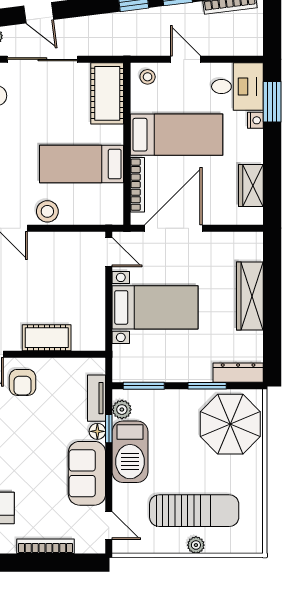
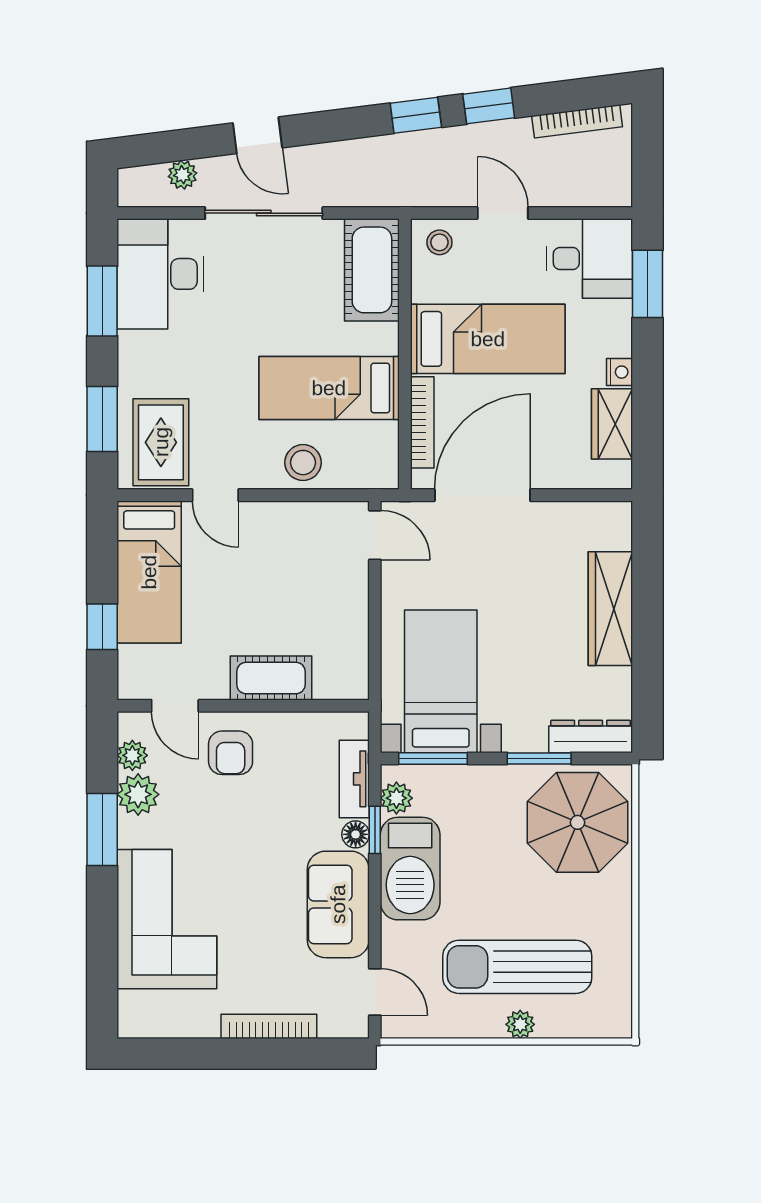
nightstand: (255, 120) -> (620, 372), moved
stool: (47, 211) -> (303, 463), moved
bed with nightstands: (155, 307) -> (441, 681), moved, turned -90
sun lounger: (194, 511) -> (517, 967), turned 180

